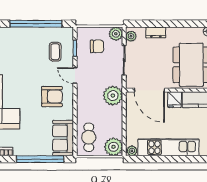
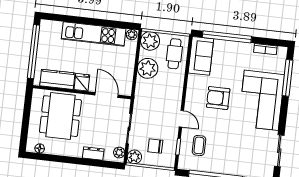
door: (149, 90) -> (107, 95), width x0.73
plant: (113, 96) -> (148, 68), moved
armchair: (52, 97) -> (218, 98), moved

